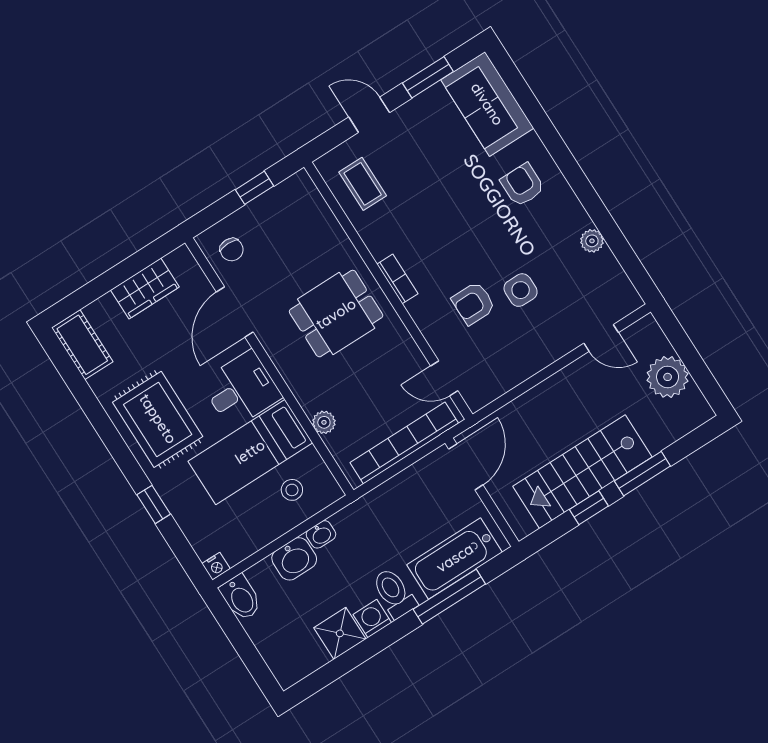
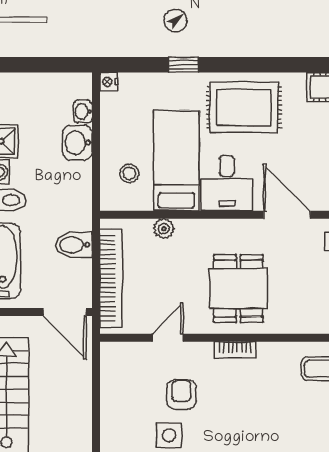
door: (444, 378) -> (168, 338), moved
washbasin: (321, 534) -> (83, 111), moved
bidet: (241, 598) -> (74, 245), moved

